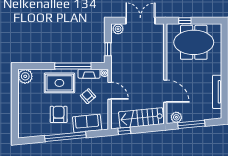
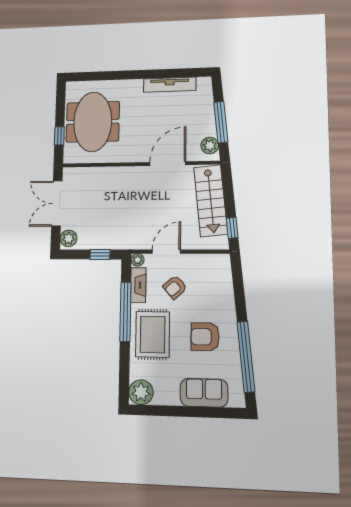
sofa: (87, 123) -> (204, 393), moved, turned 96
window: (65, 137) -> (246, 357), moved

